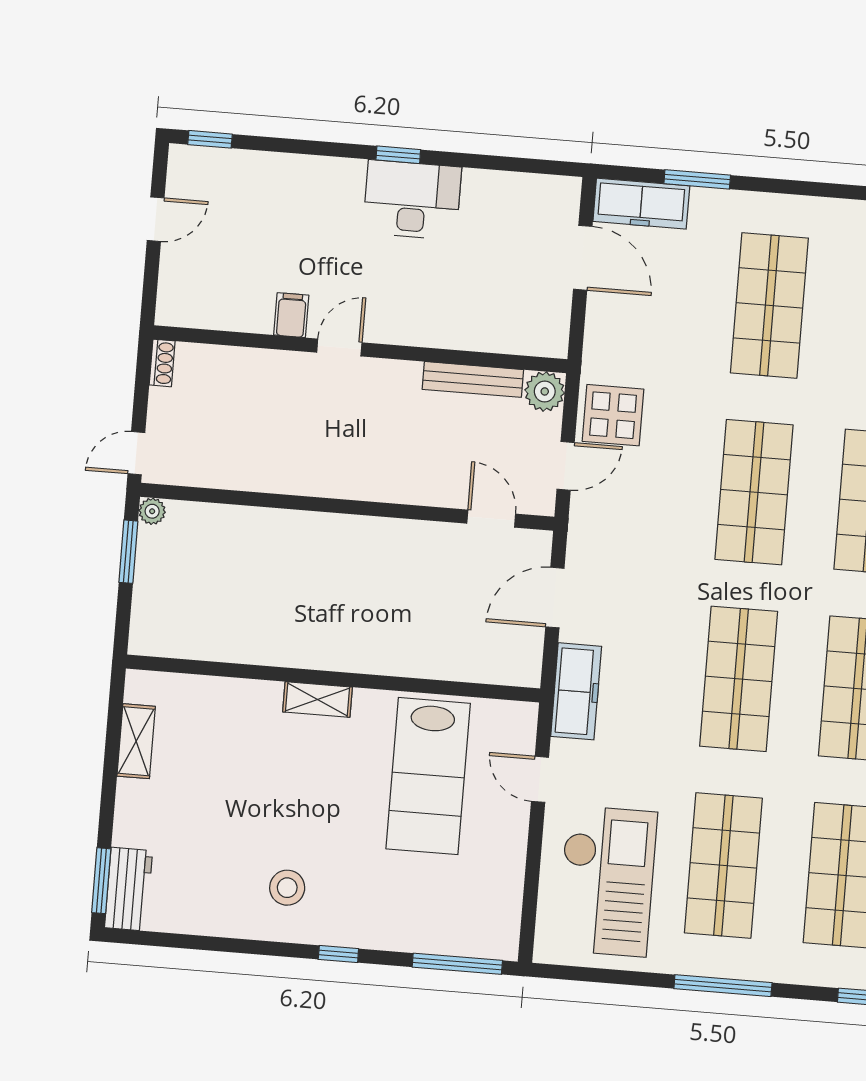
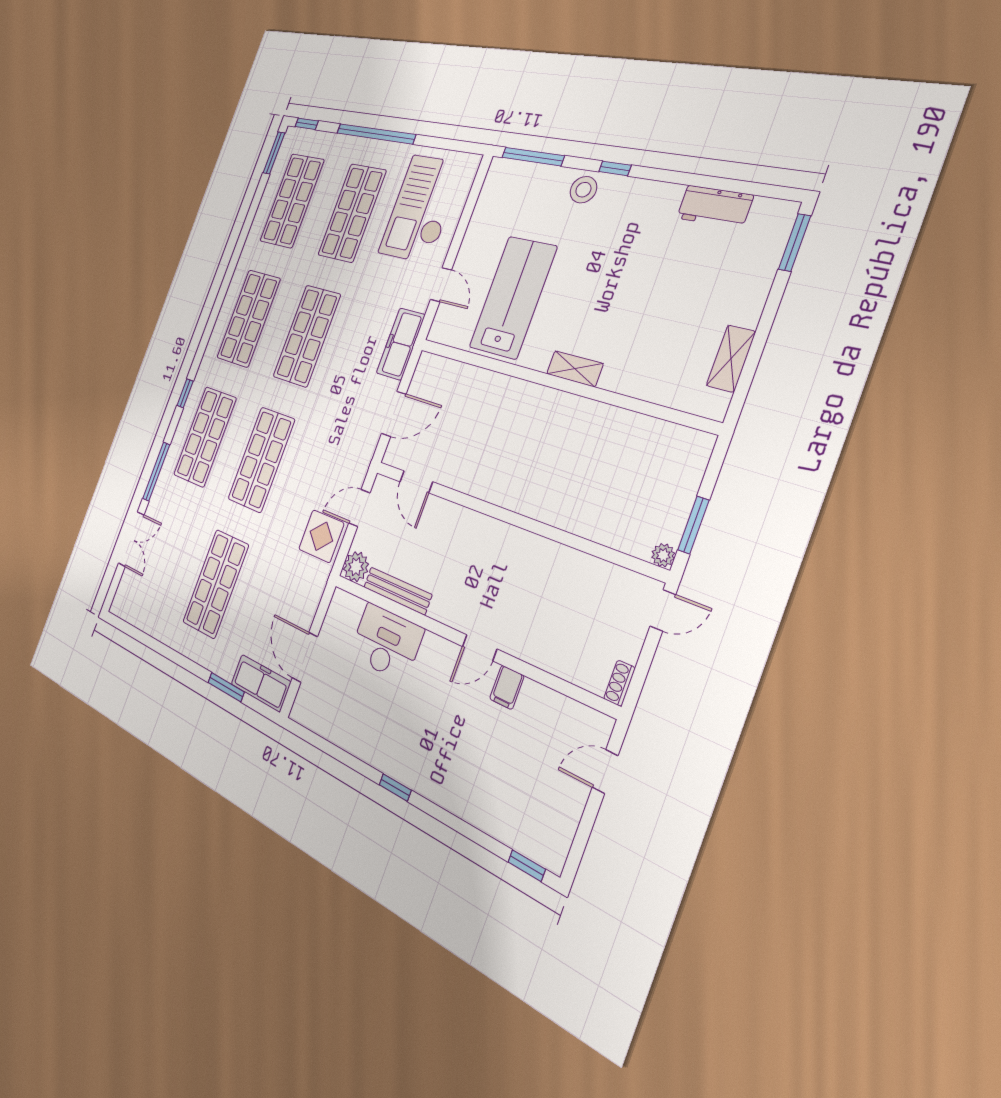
desk: (412, 200) -> (386, 642), moved, turned 180
door: (156, 219) -> (605, 772), moved
stool: (287, 888) -> (583, 190), moved
workbench: (129, 889) -> (715, 207), moved, turned -90
window: (723, 986) -> (376, 134), width x1.46

